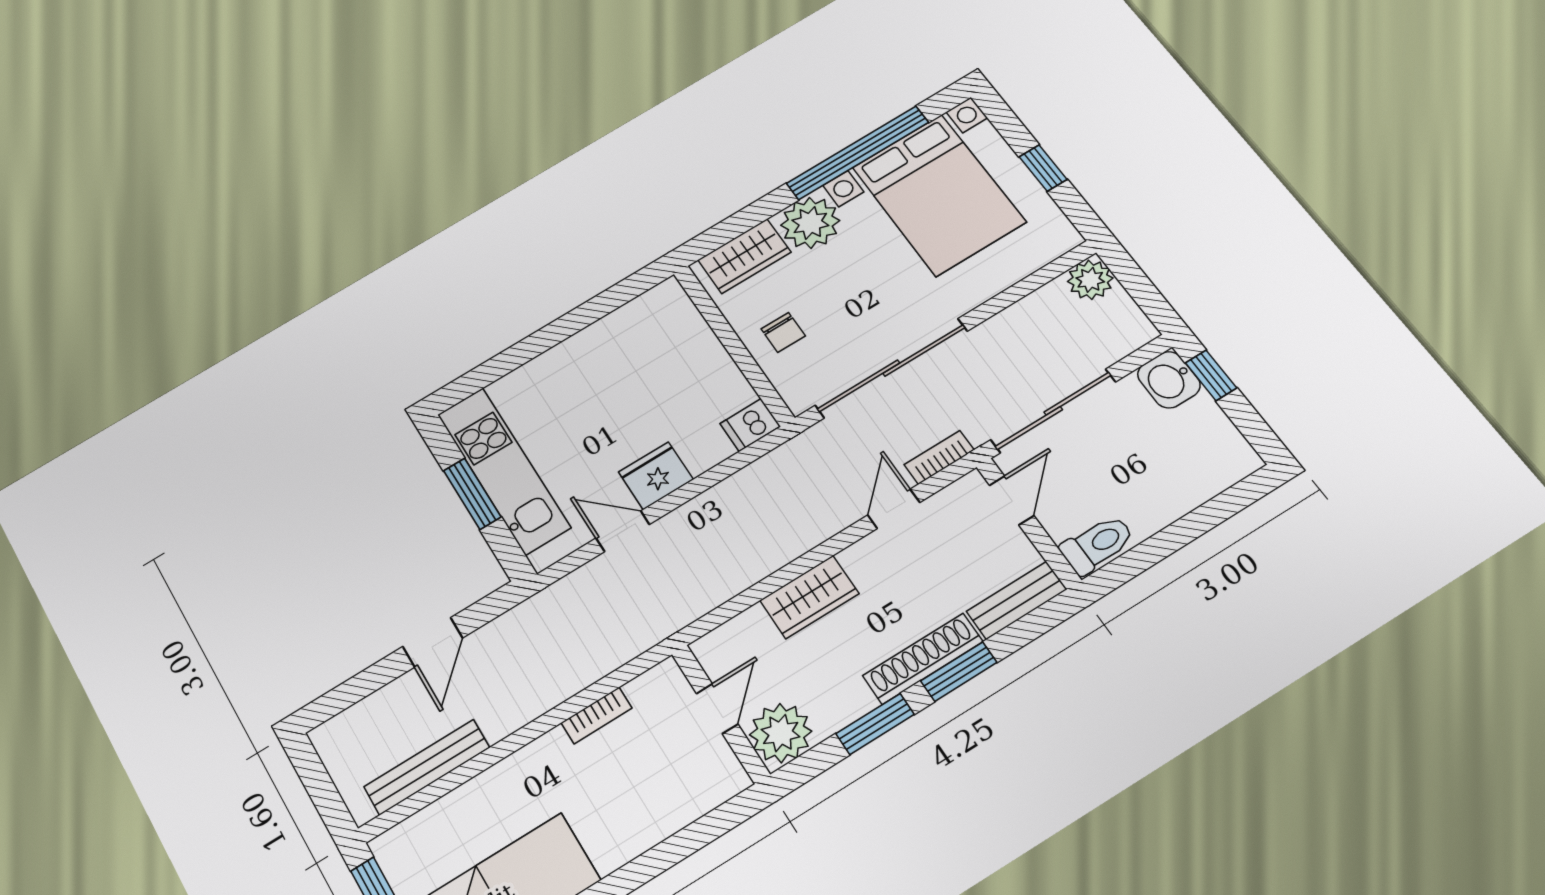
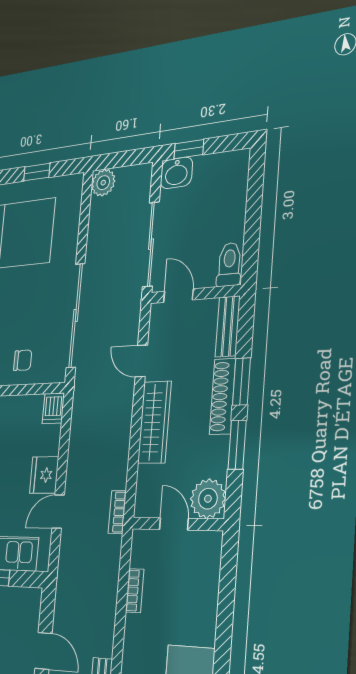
bookcase: (939, 457) -> (117, 512), moved
wardrobe: (809, 597) -> (154, 422), width x1.50

